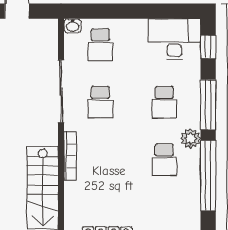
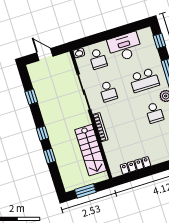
desk: (175, 39) -> (125, 47), moved
school desk: (164, 102) -> (144, 80), width x1.85

